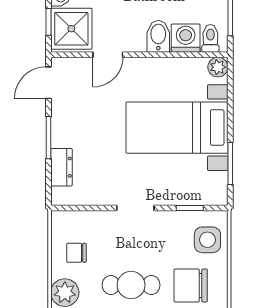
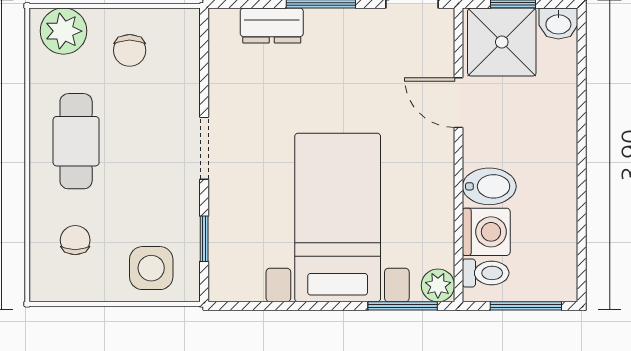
window: (230, 164) -> (403, 306), moved
chair: (76, 253) -> (130, 50), turned 180
chair: (191, 286) -> (75, 240), width x0.54, depth x0.54

